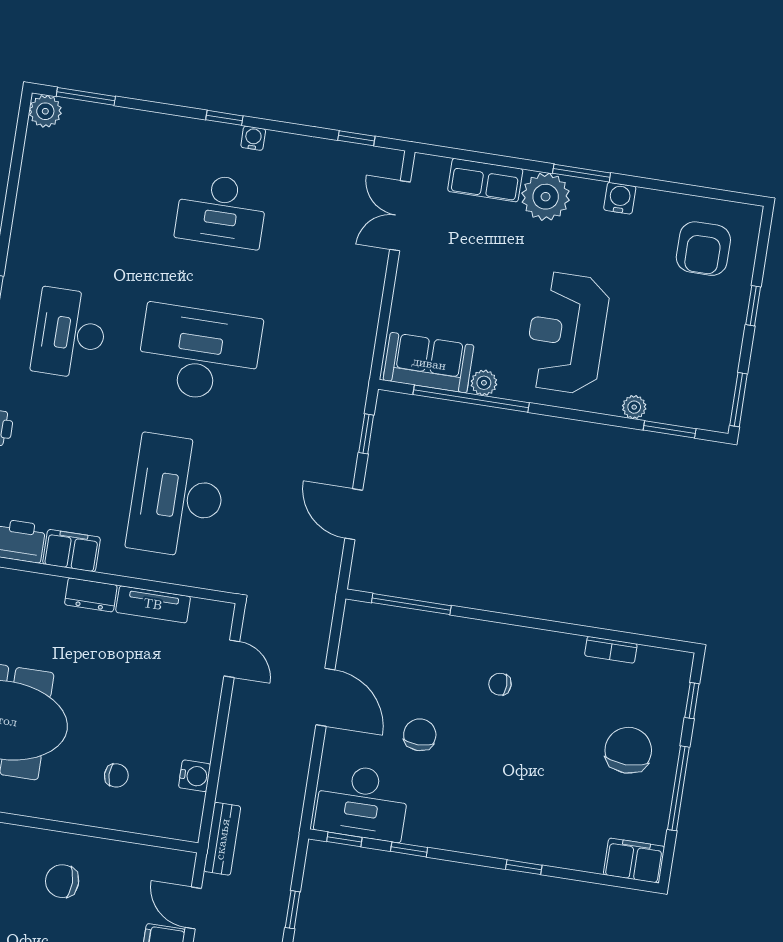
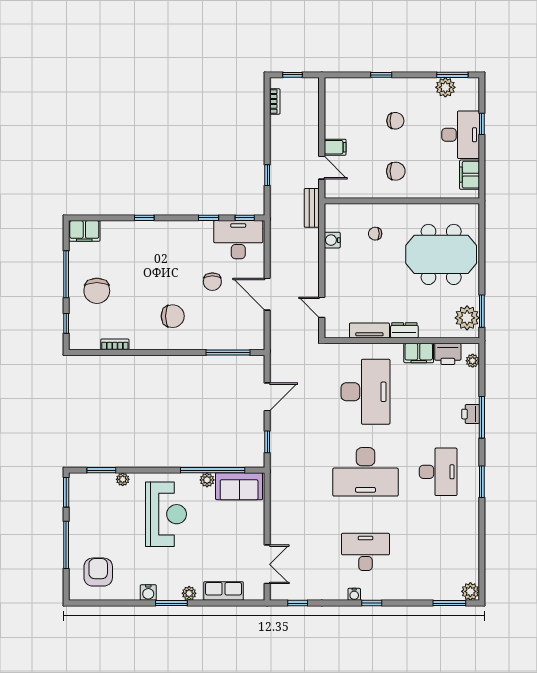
plant: (546, 197) -> (189, 593), width x0.53, depth x0.53
window: (753, 306) -> (66, 545), width x2.17
door: (354, 514) -> (267, 397), hinge flipped
chair: (500, 684) -> (173, 316), width x1.87, depth x1.87

